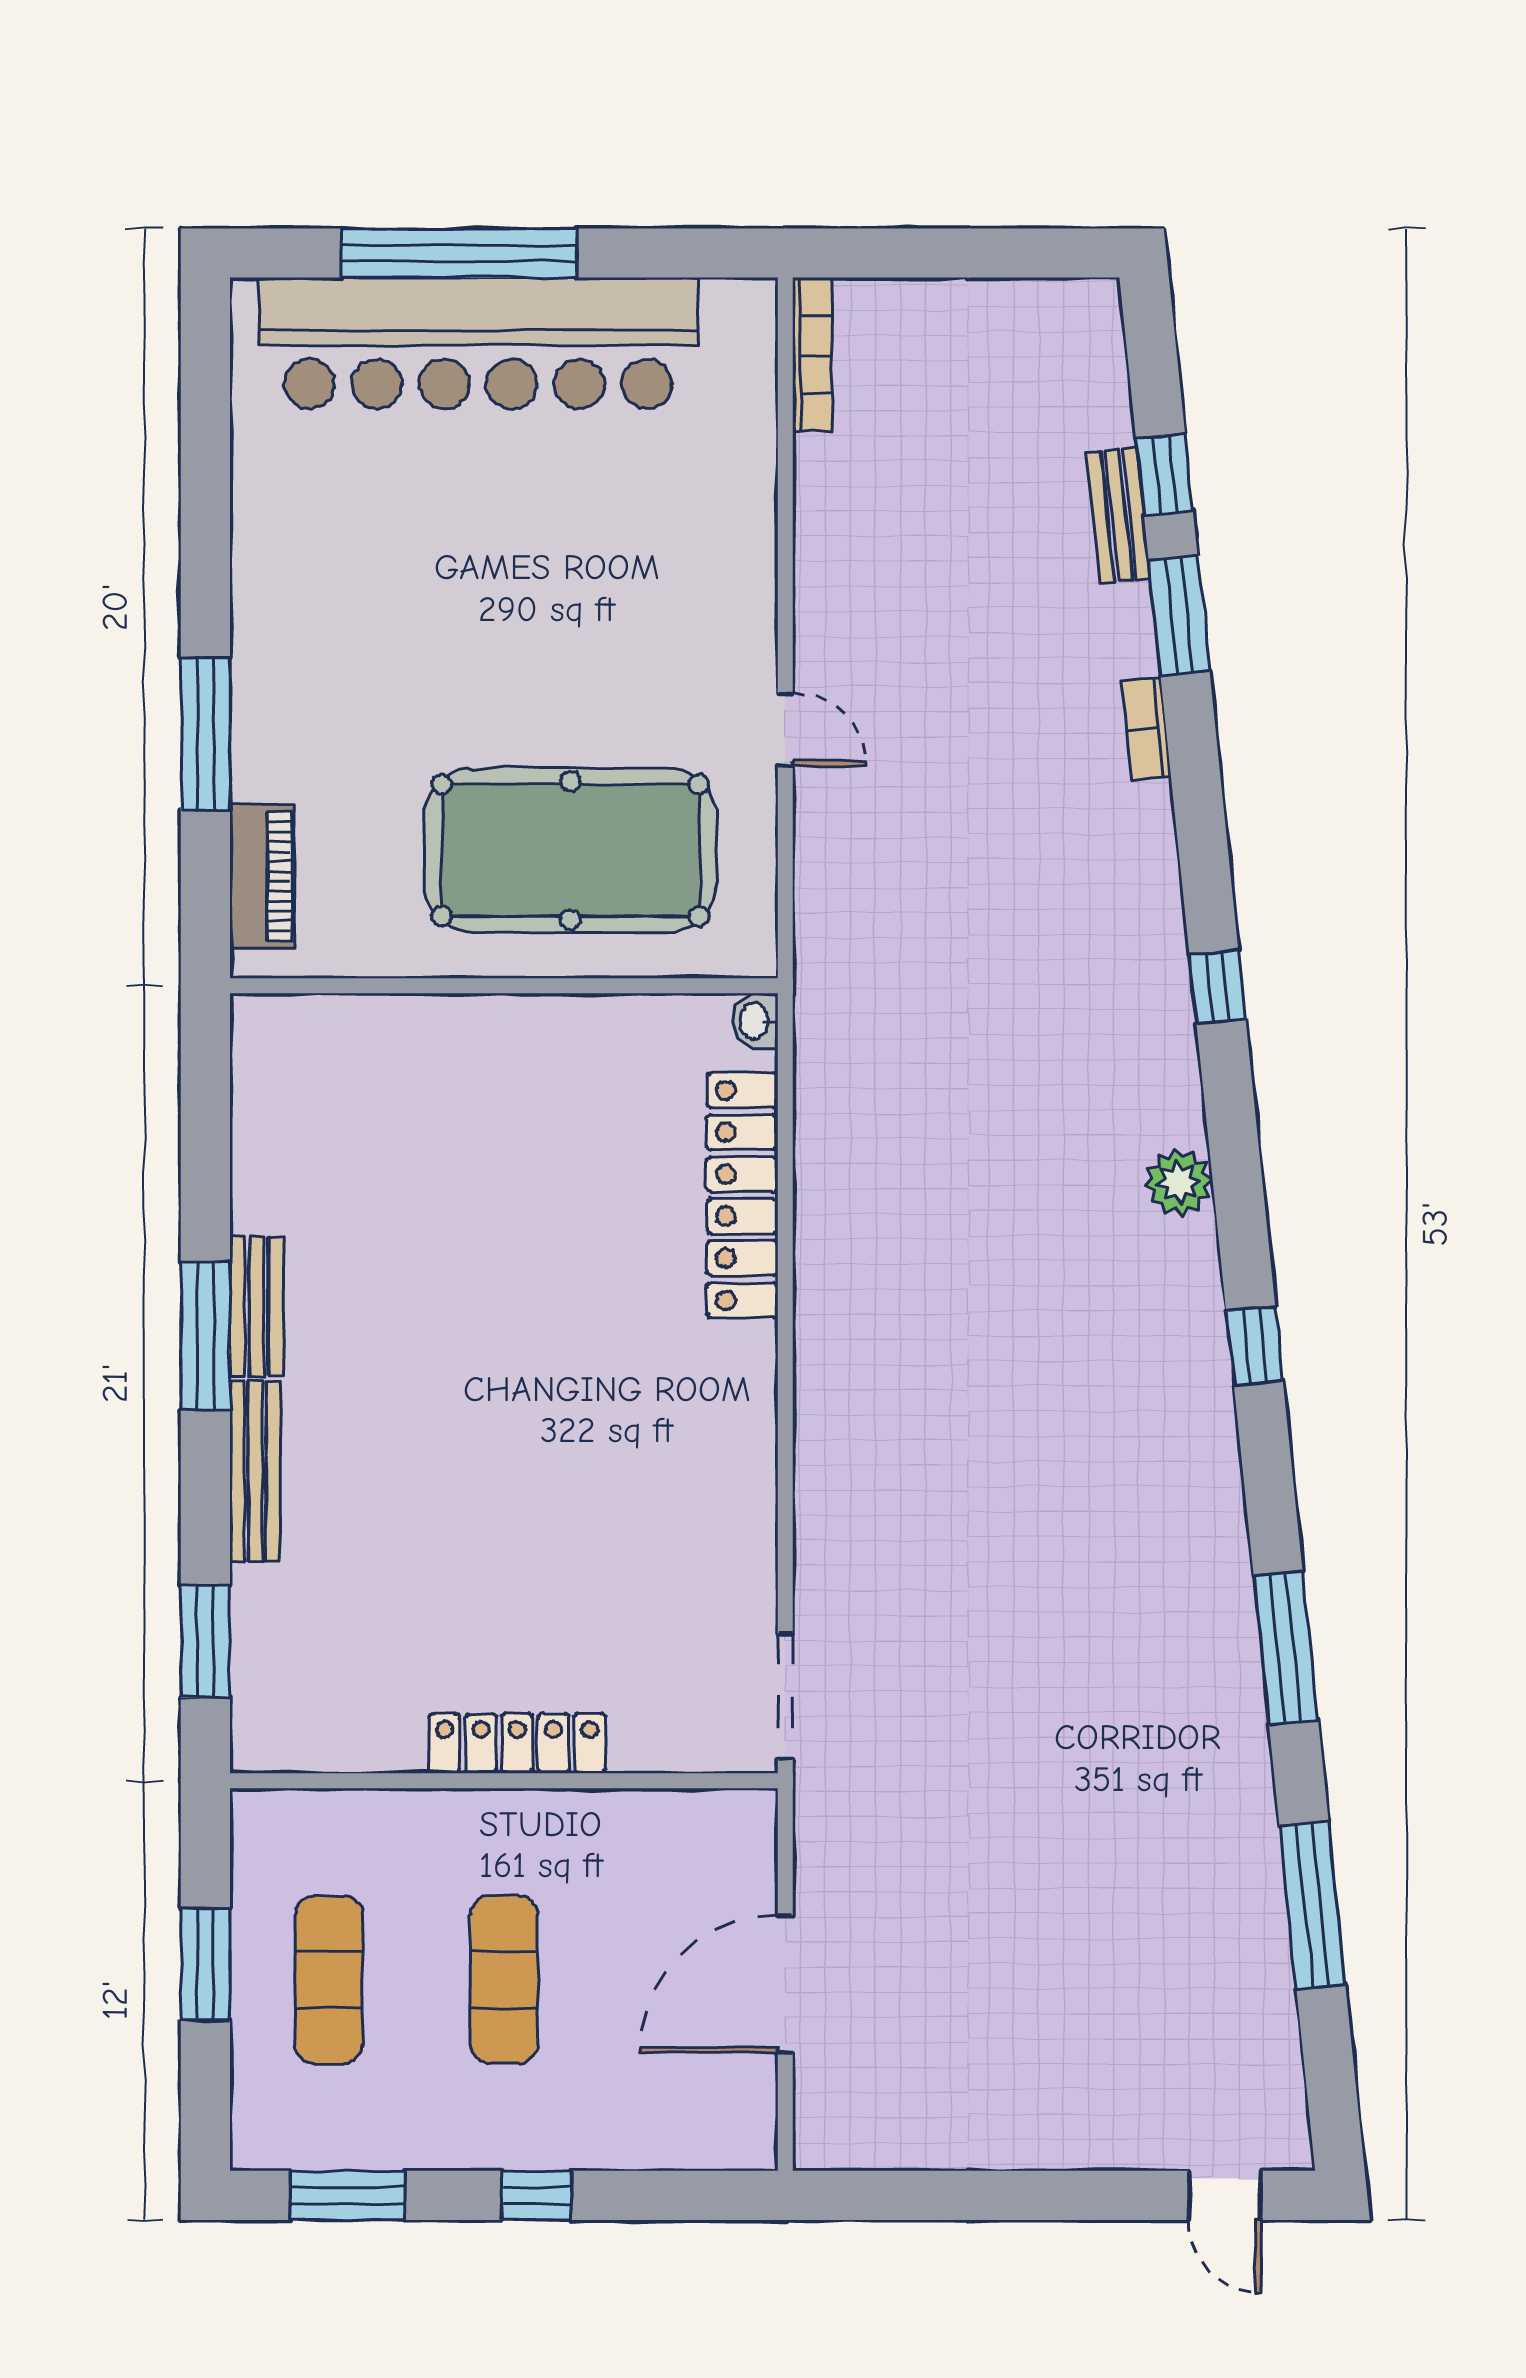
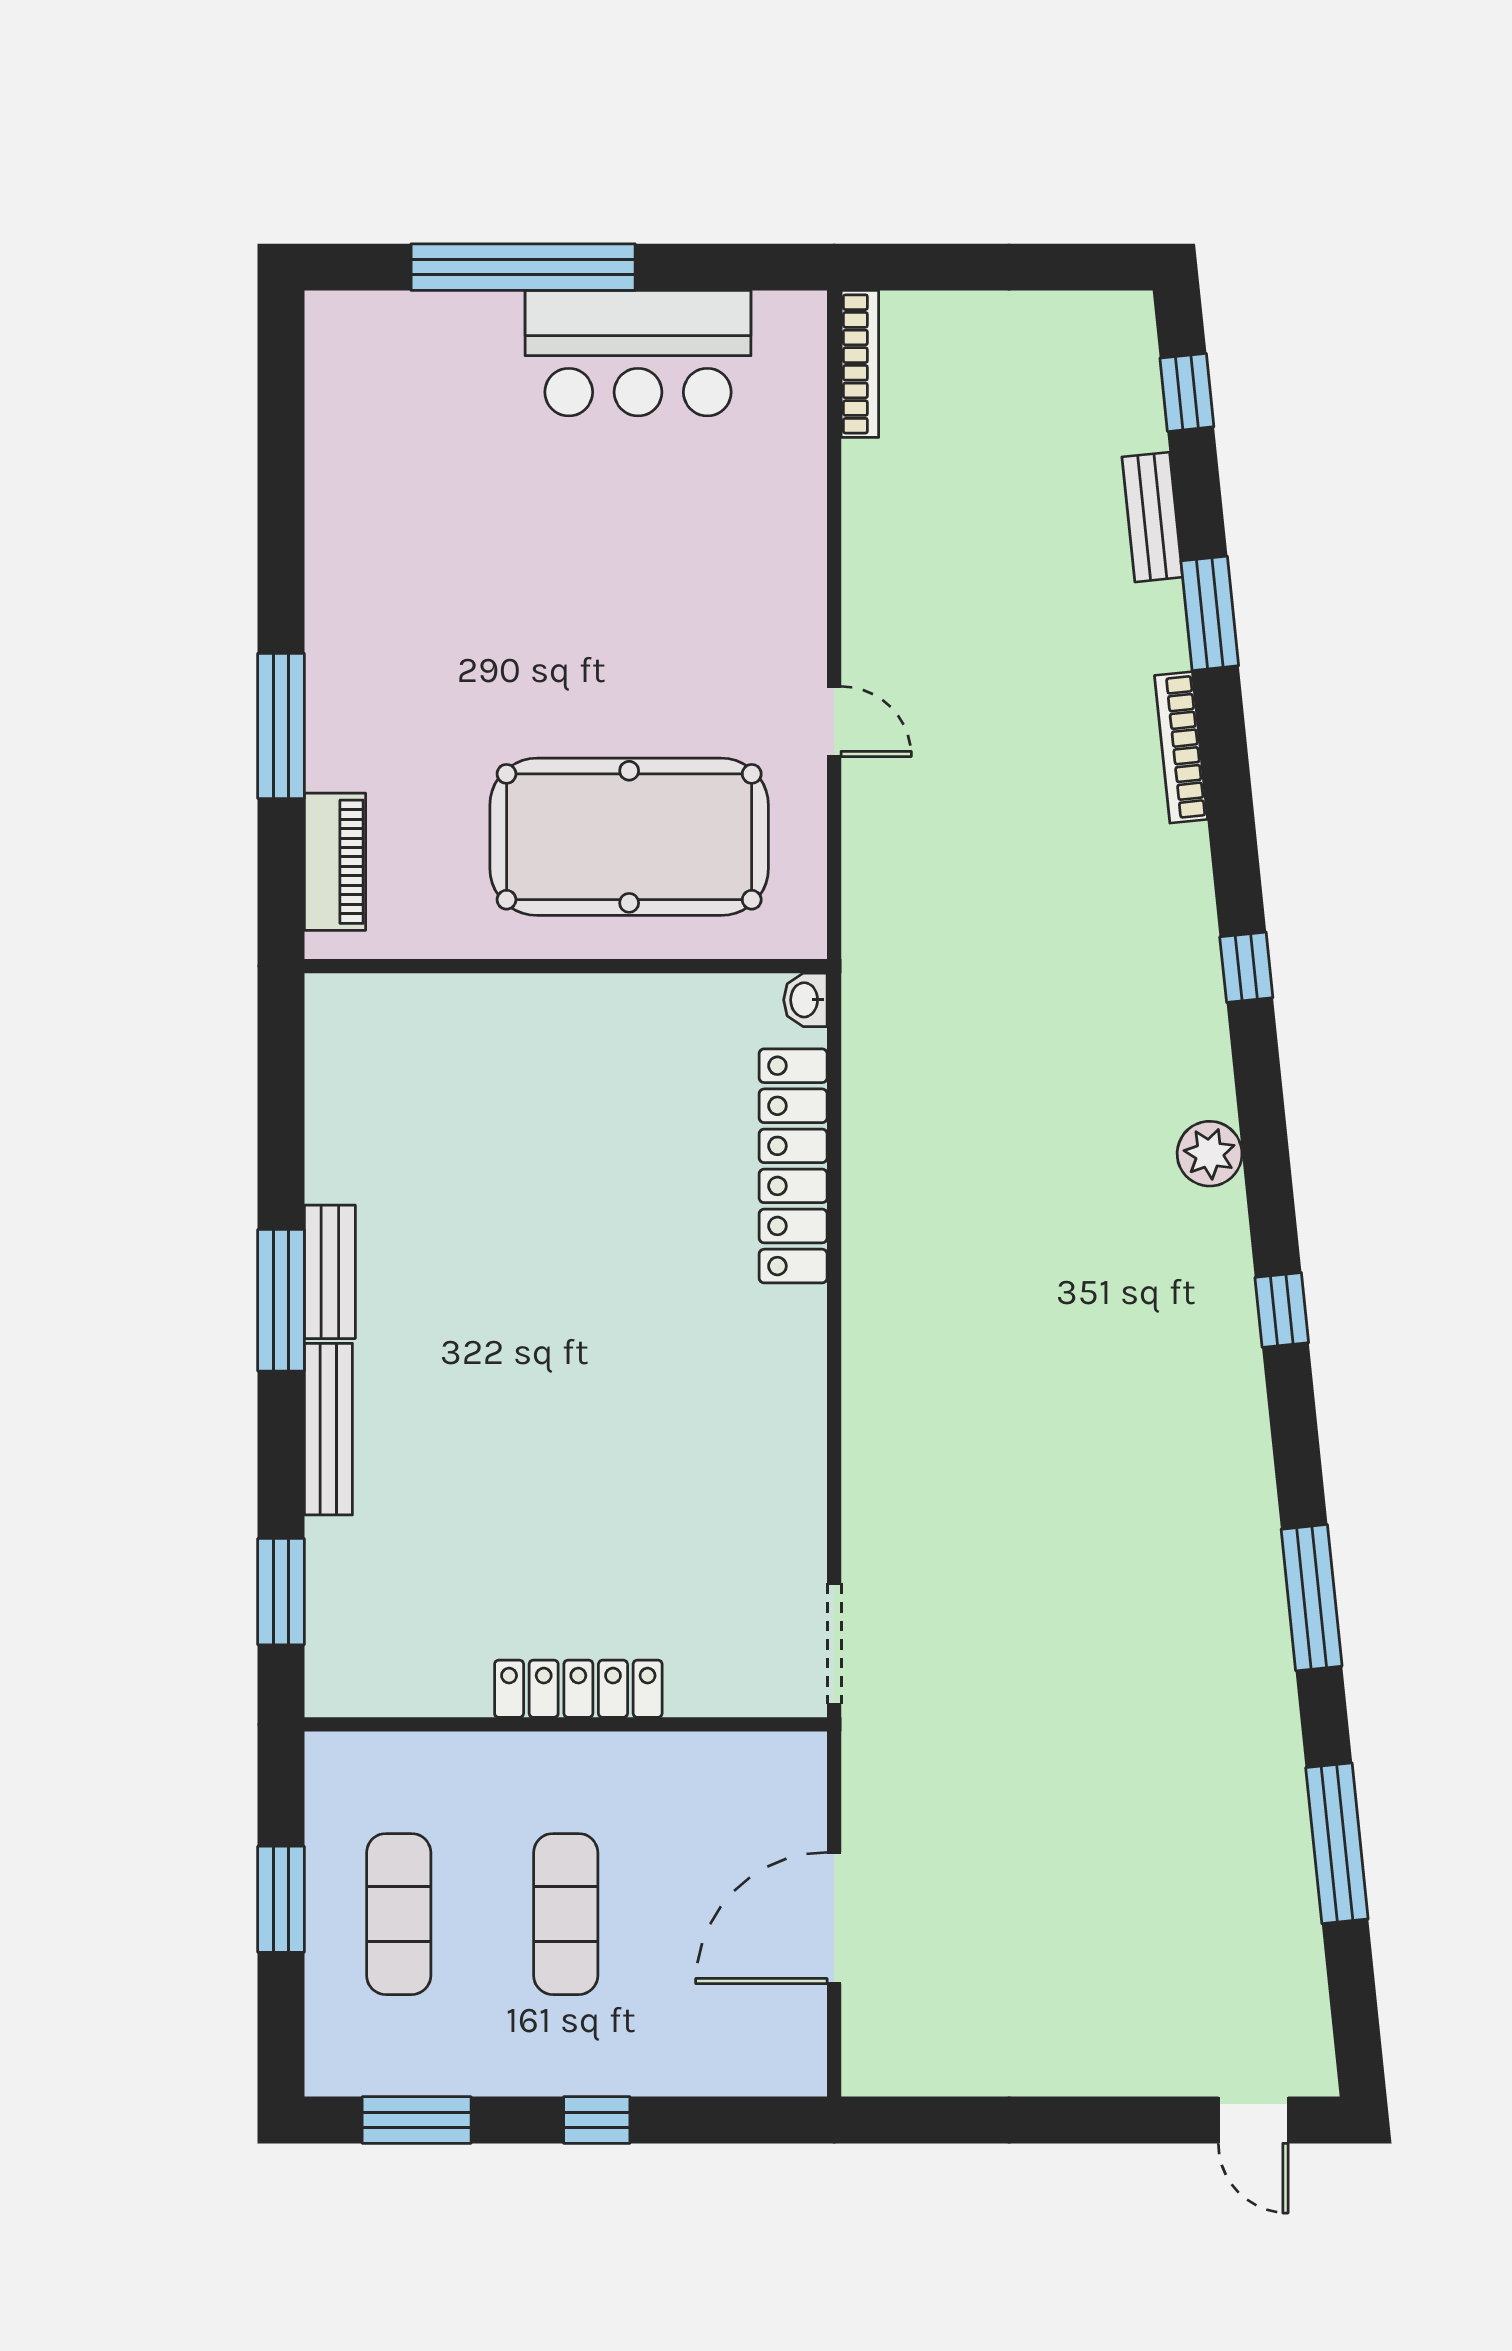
bar counter: (478, 343) -> (638, 353), width x0.54
window: (1164, 474) -> (1187, 392), moved
bookcase: (1146, 729) -> (1181, 747), width x1.56

